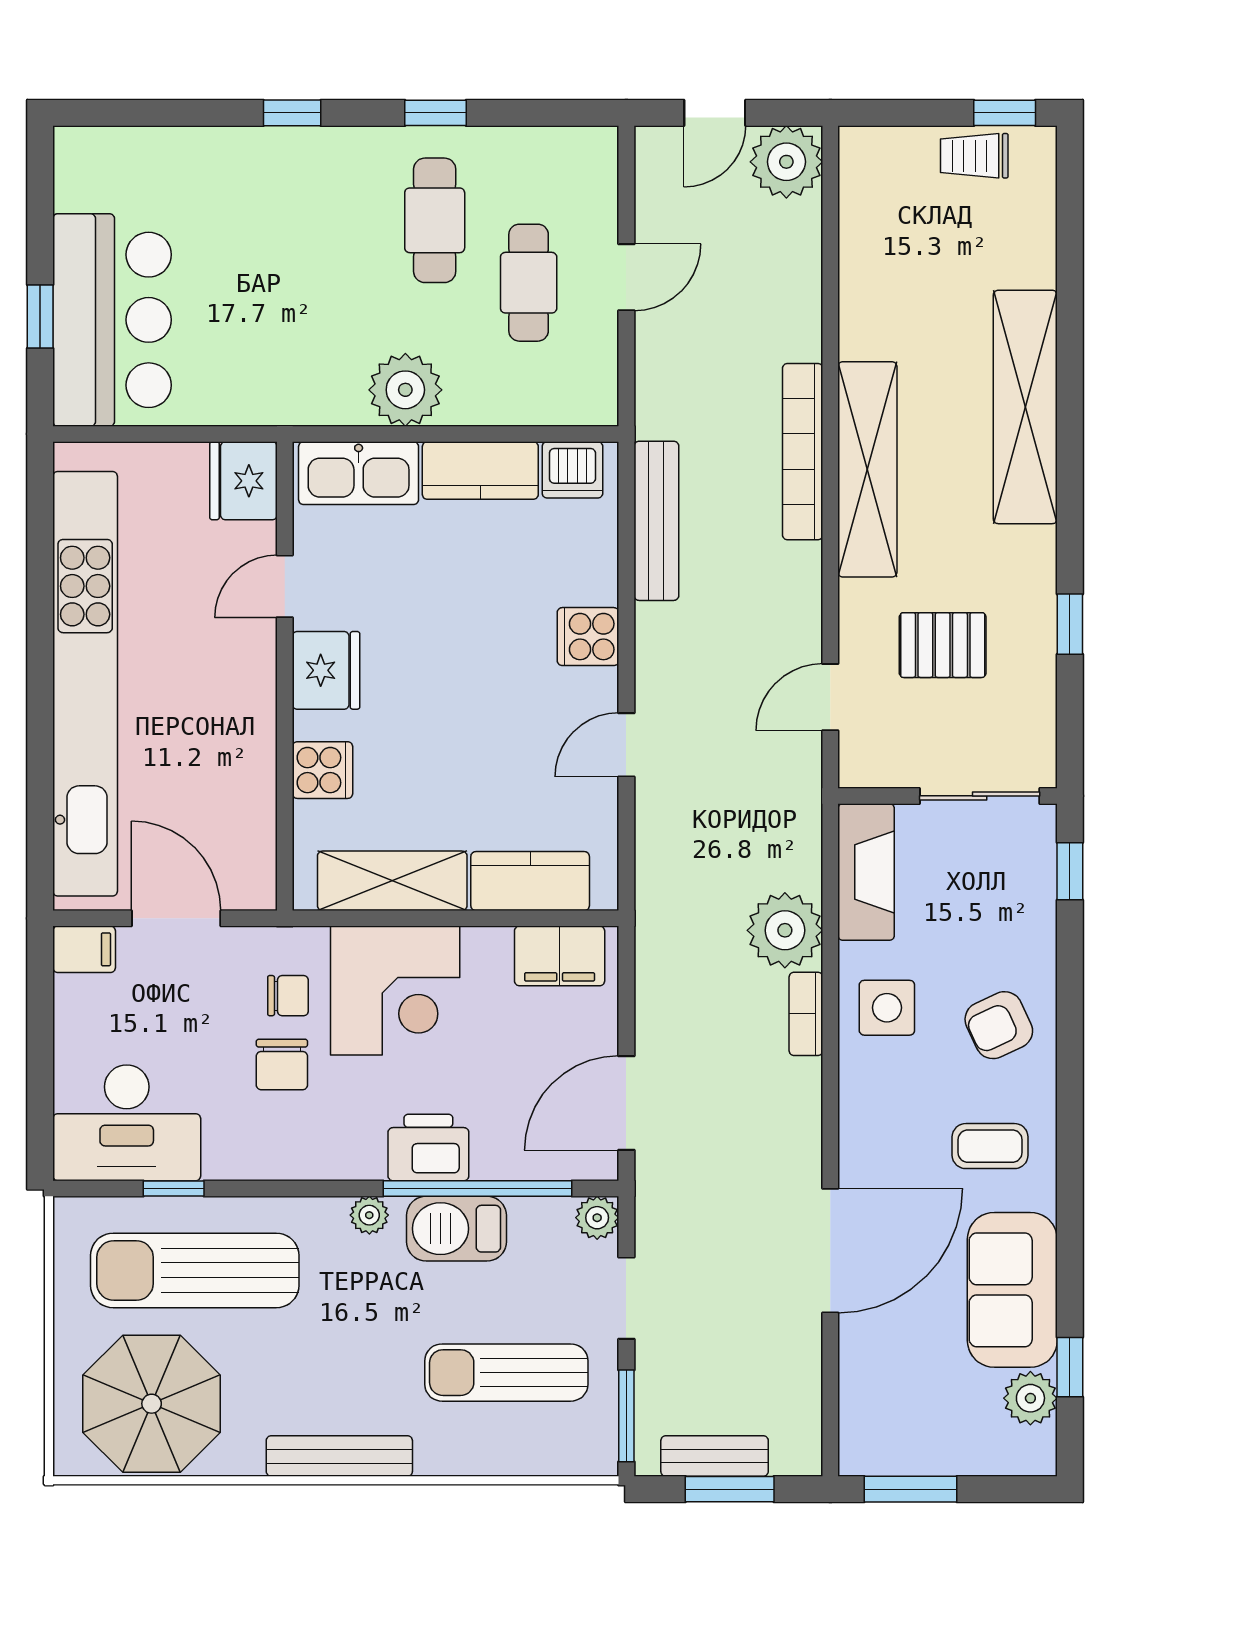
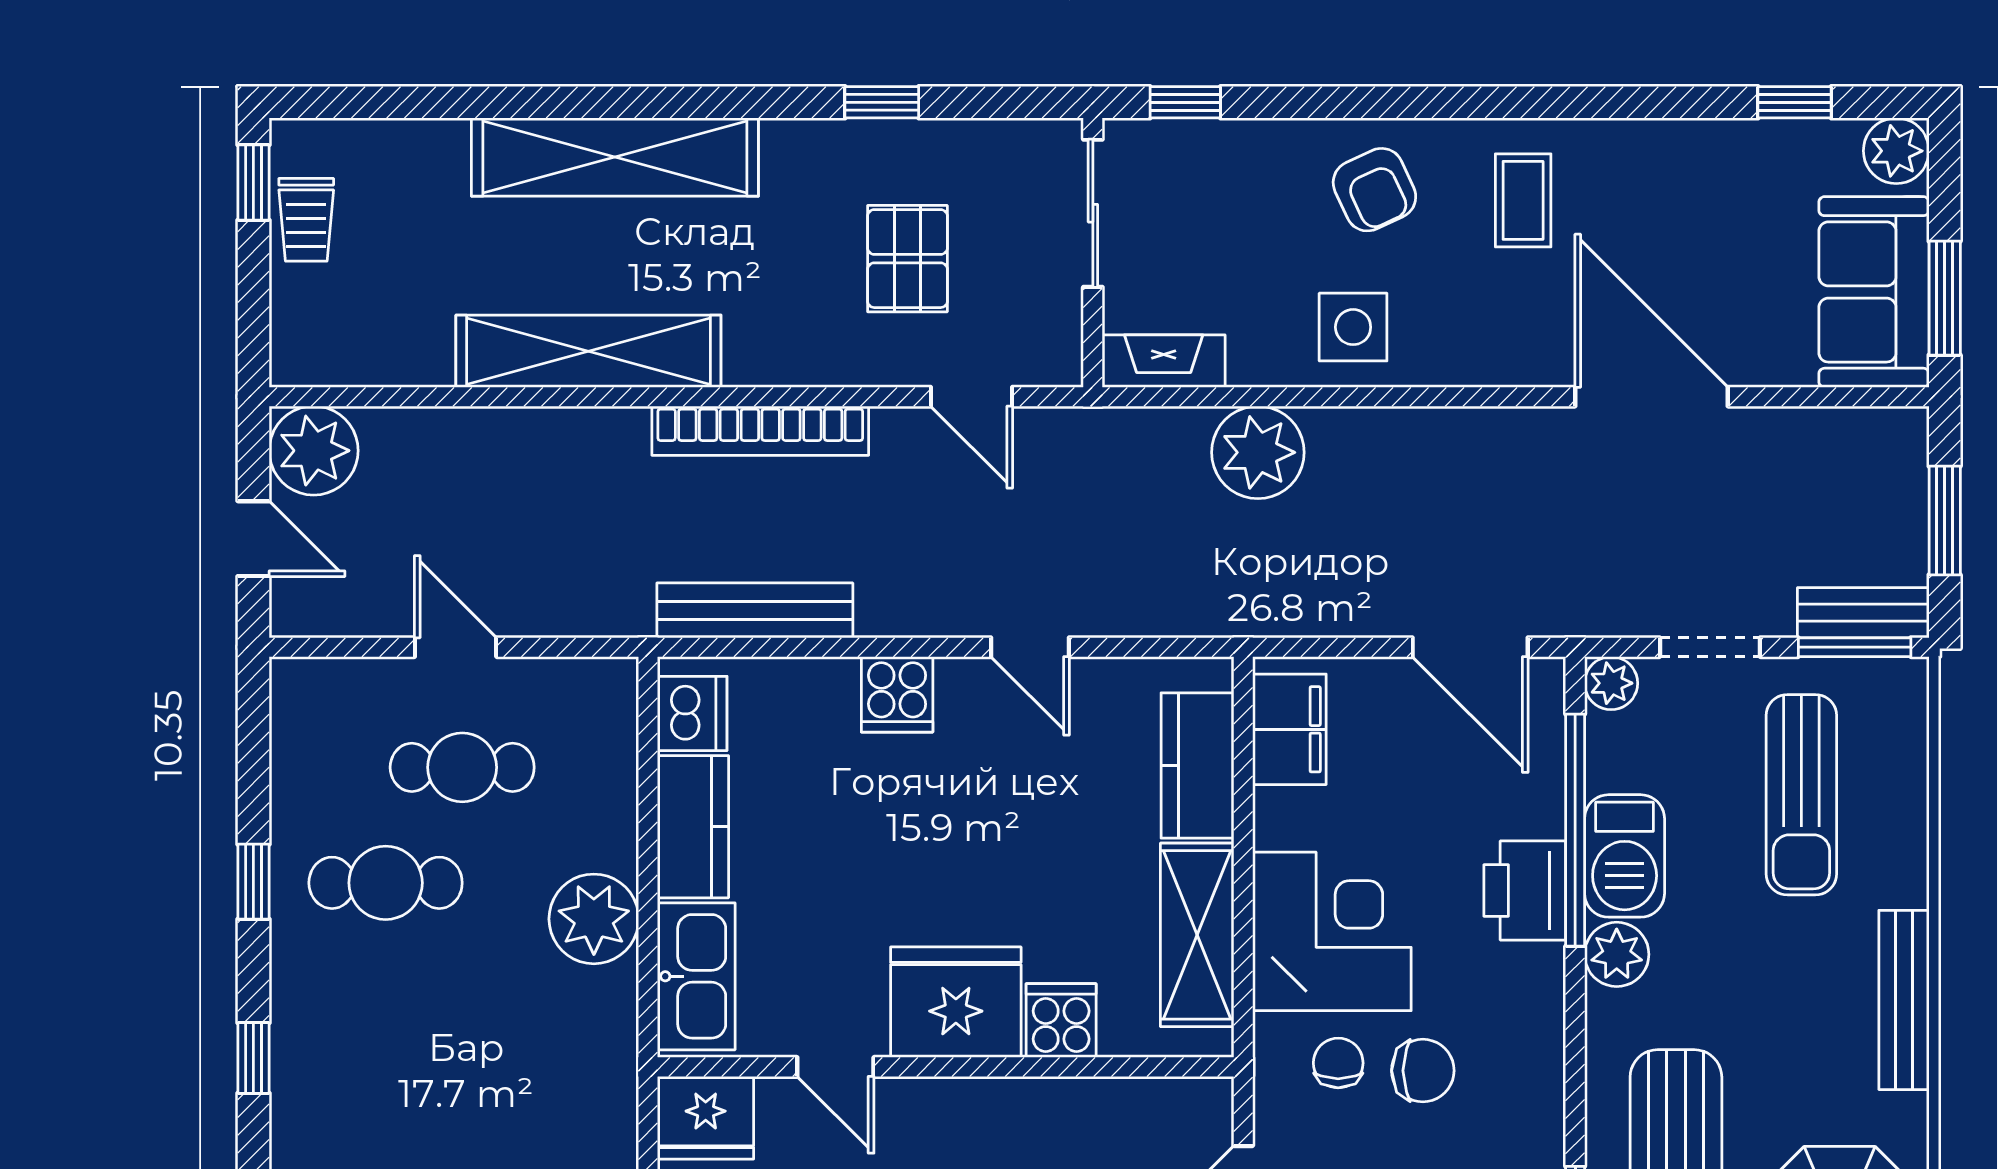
bookcase: (803, 452) -> (760, 431), moved
shelving: (867, 469) -> (588, 351), moved
fridge: (326, 670) -> (956, 1002), width x1.36, depth x1.34
fireplace: (866, 872) -> (1164, 361), width x0.73, depth x0.76
bookcase: (806, 1014) -> (1361, 427), removed
plant: (369, 1215) -> (1617, 954), width x1.38, depth x1.38
sofa: (1012, 1290) -> (1874, 292), moved, turned 90
plant: (1030, 1398) -> (1896, 151), moved
bench: (715, 1456) -> (1863, 613), moved, turned 90

